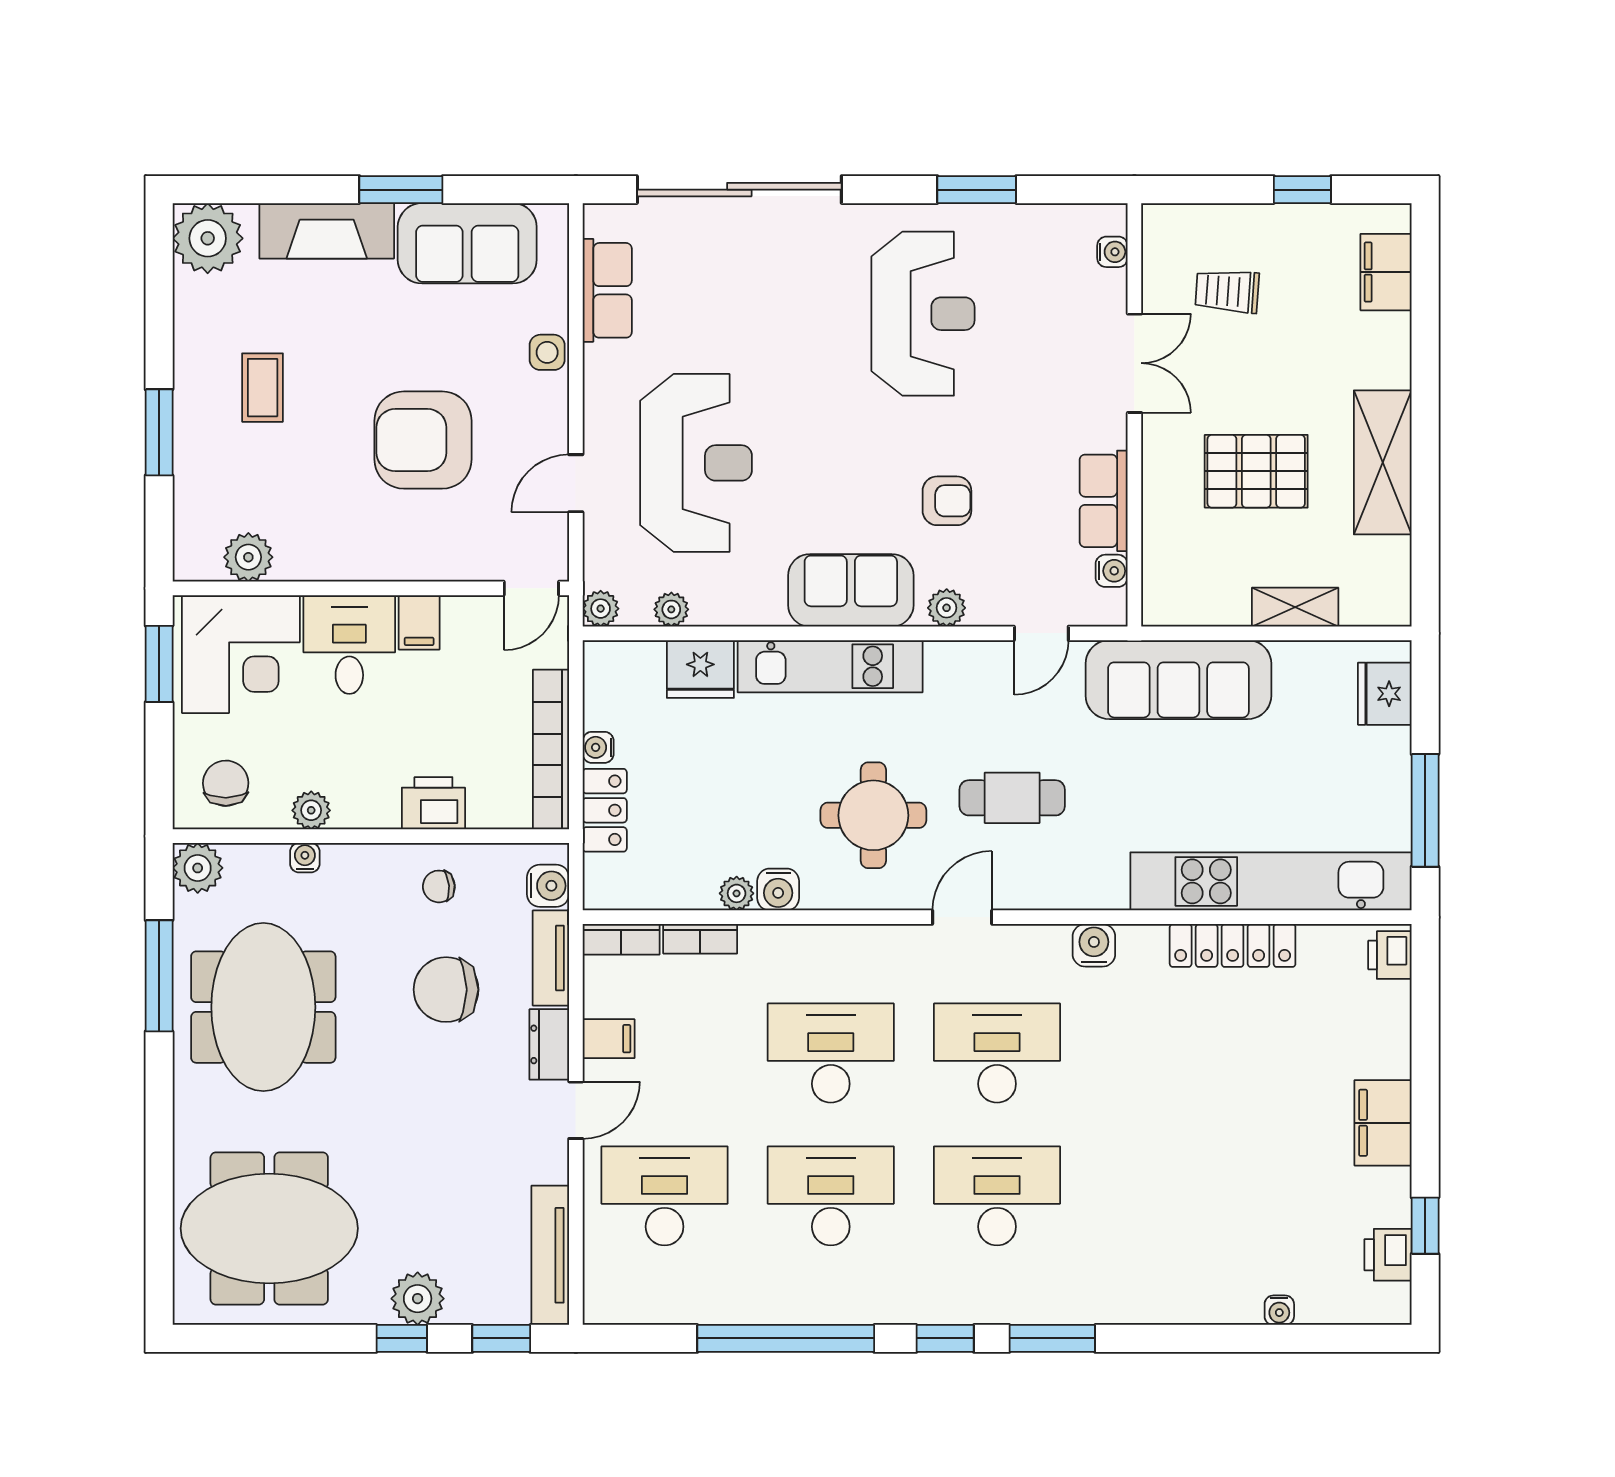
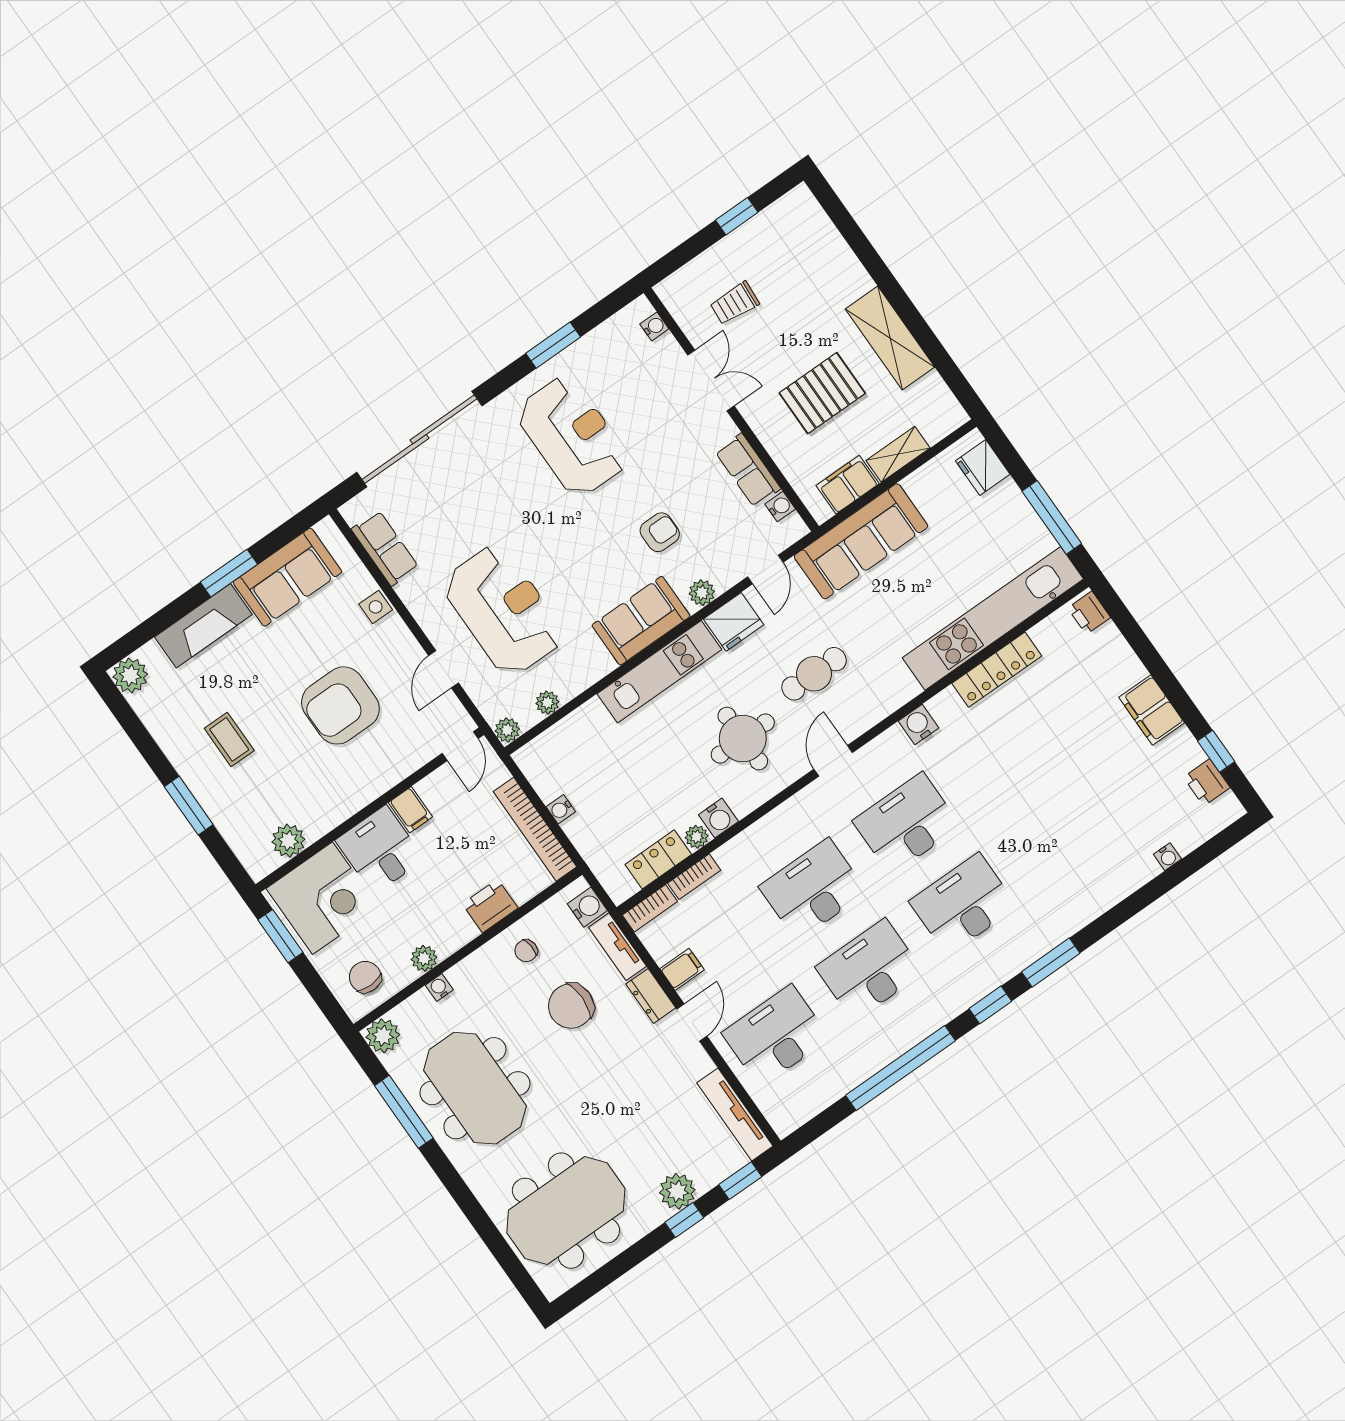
plant: (208, 238) -> (130, 675), width x0.73, depth x0.73
filing cabinet: (1386, 272) -> (848, 485), moved, turned 90
fridge: (700, 669) -> (734, 622), moved
locker: (605, 810) -> (658, 859), moved, turned -90

